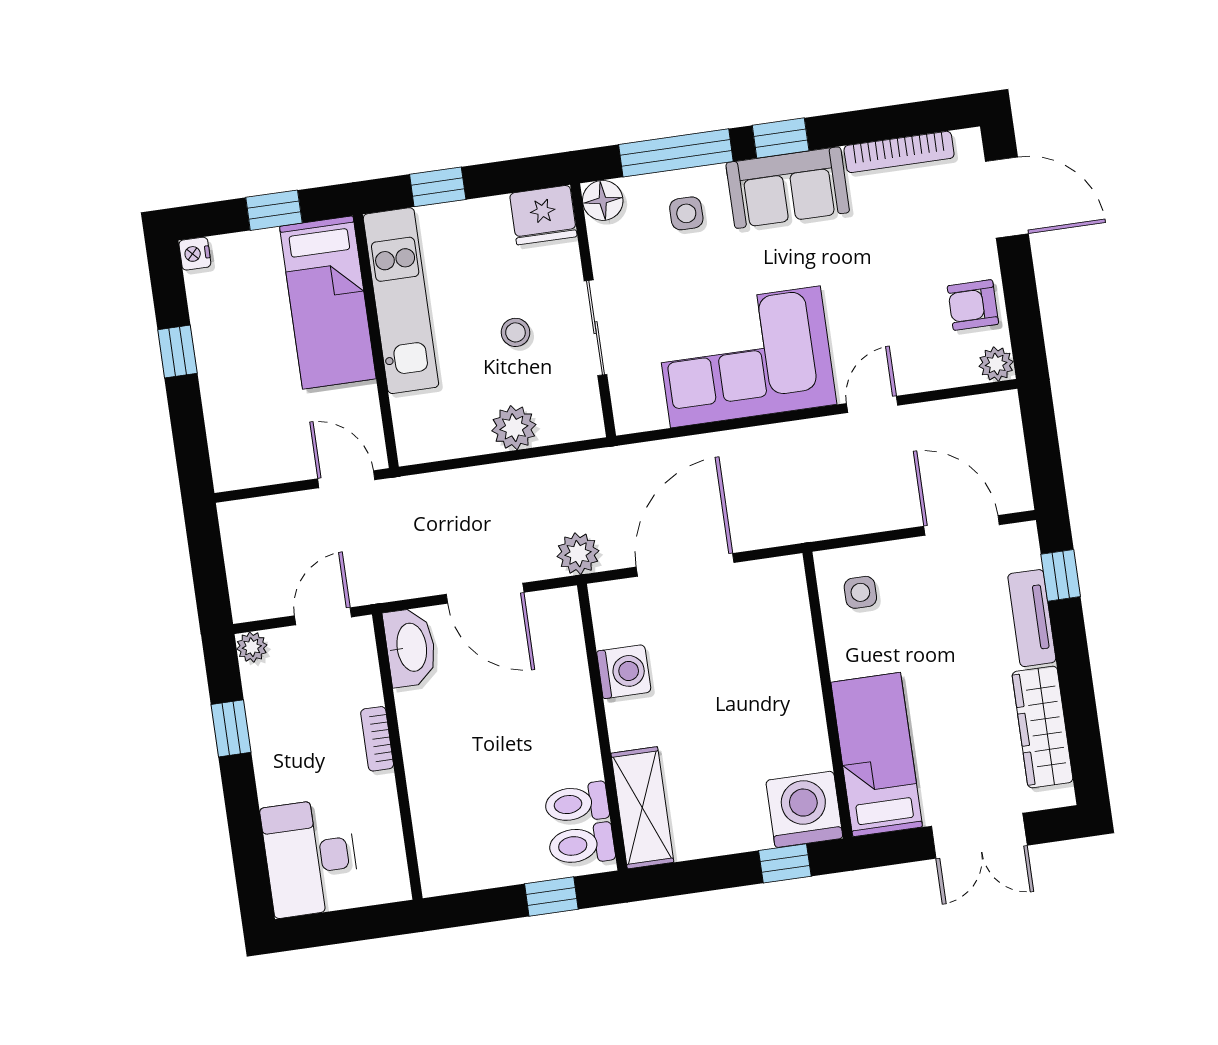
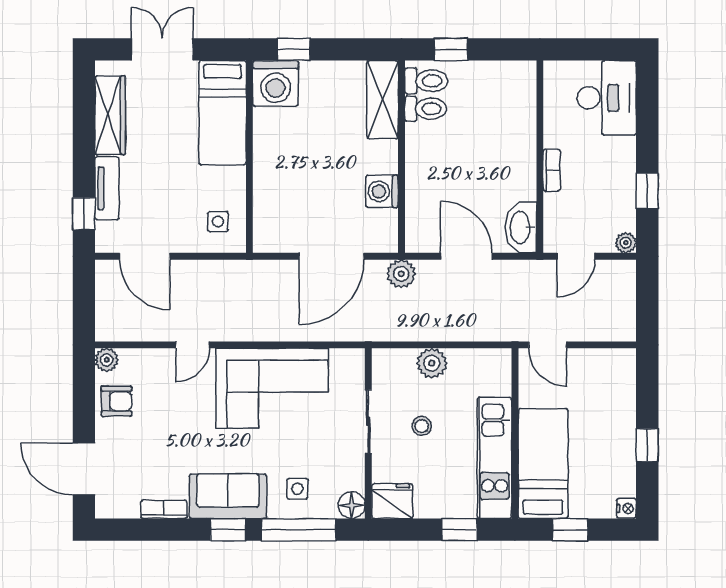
bookcase: (899, 152) -> (164, 509), width x0.64

